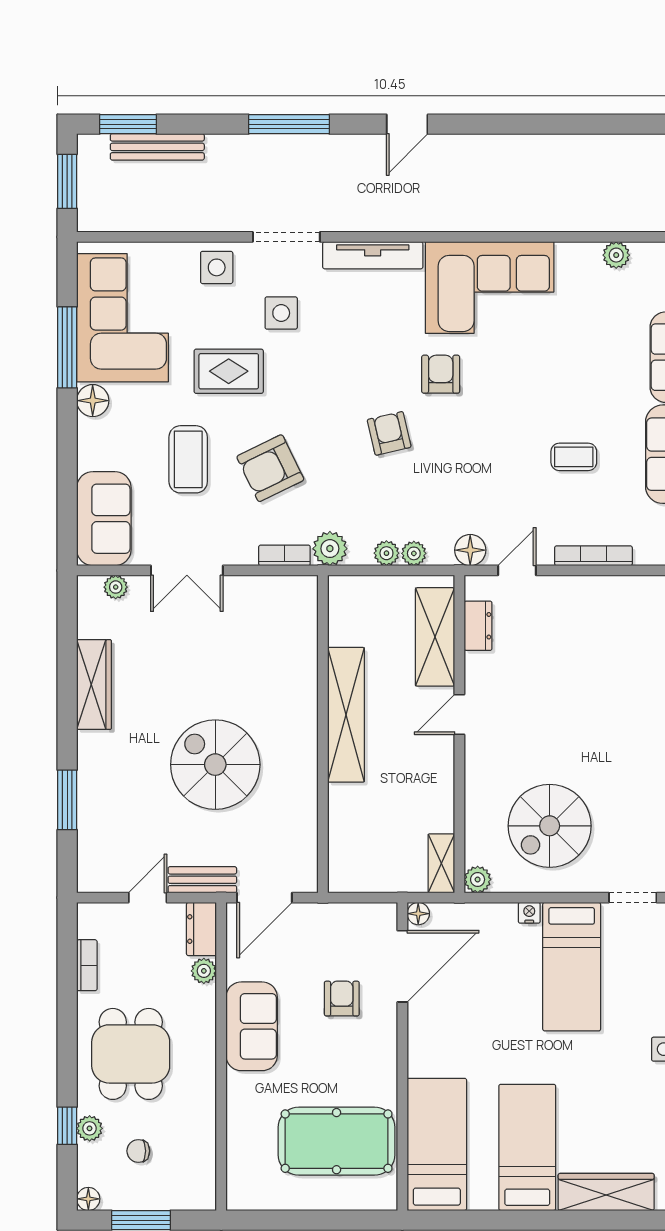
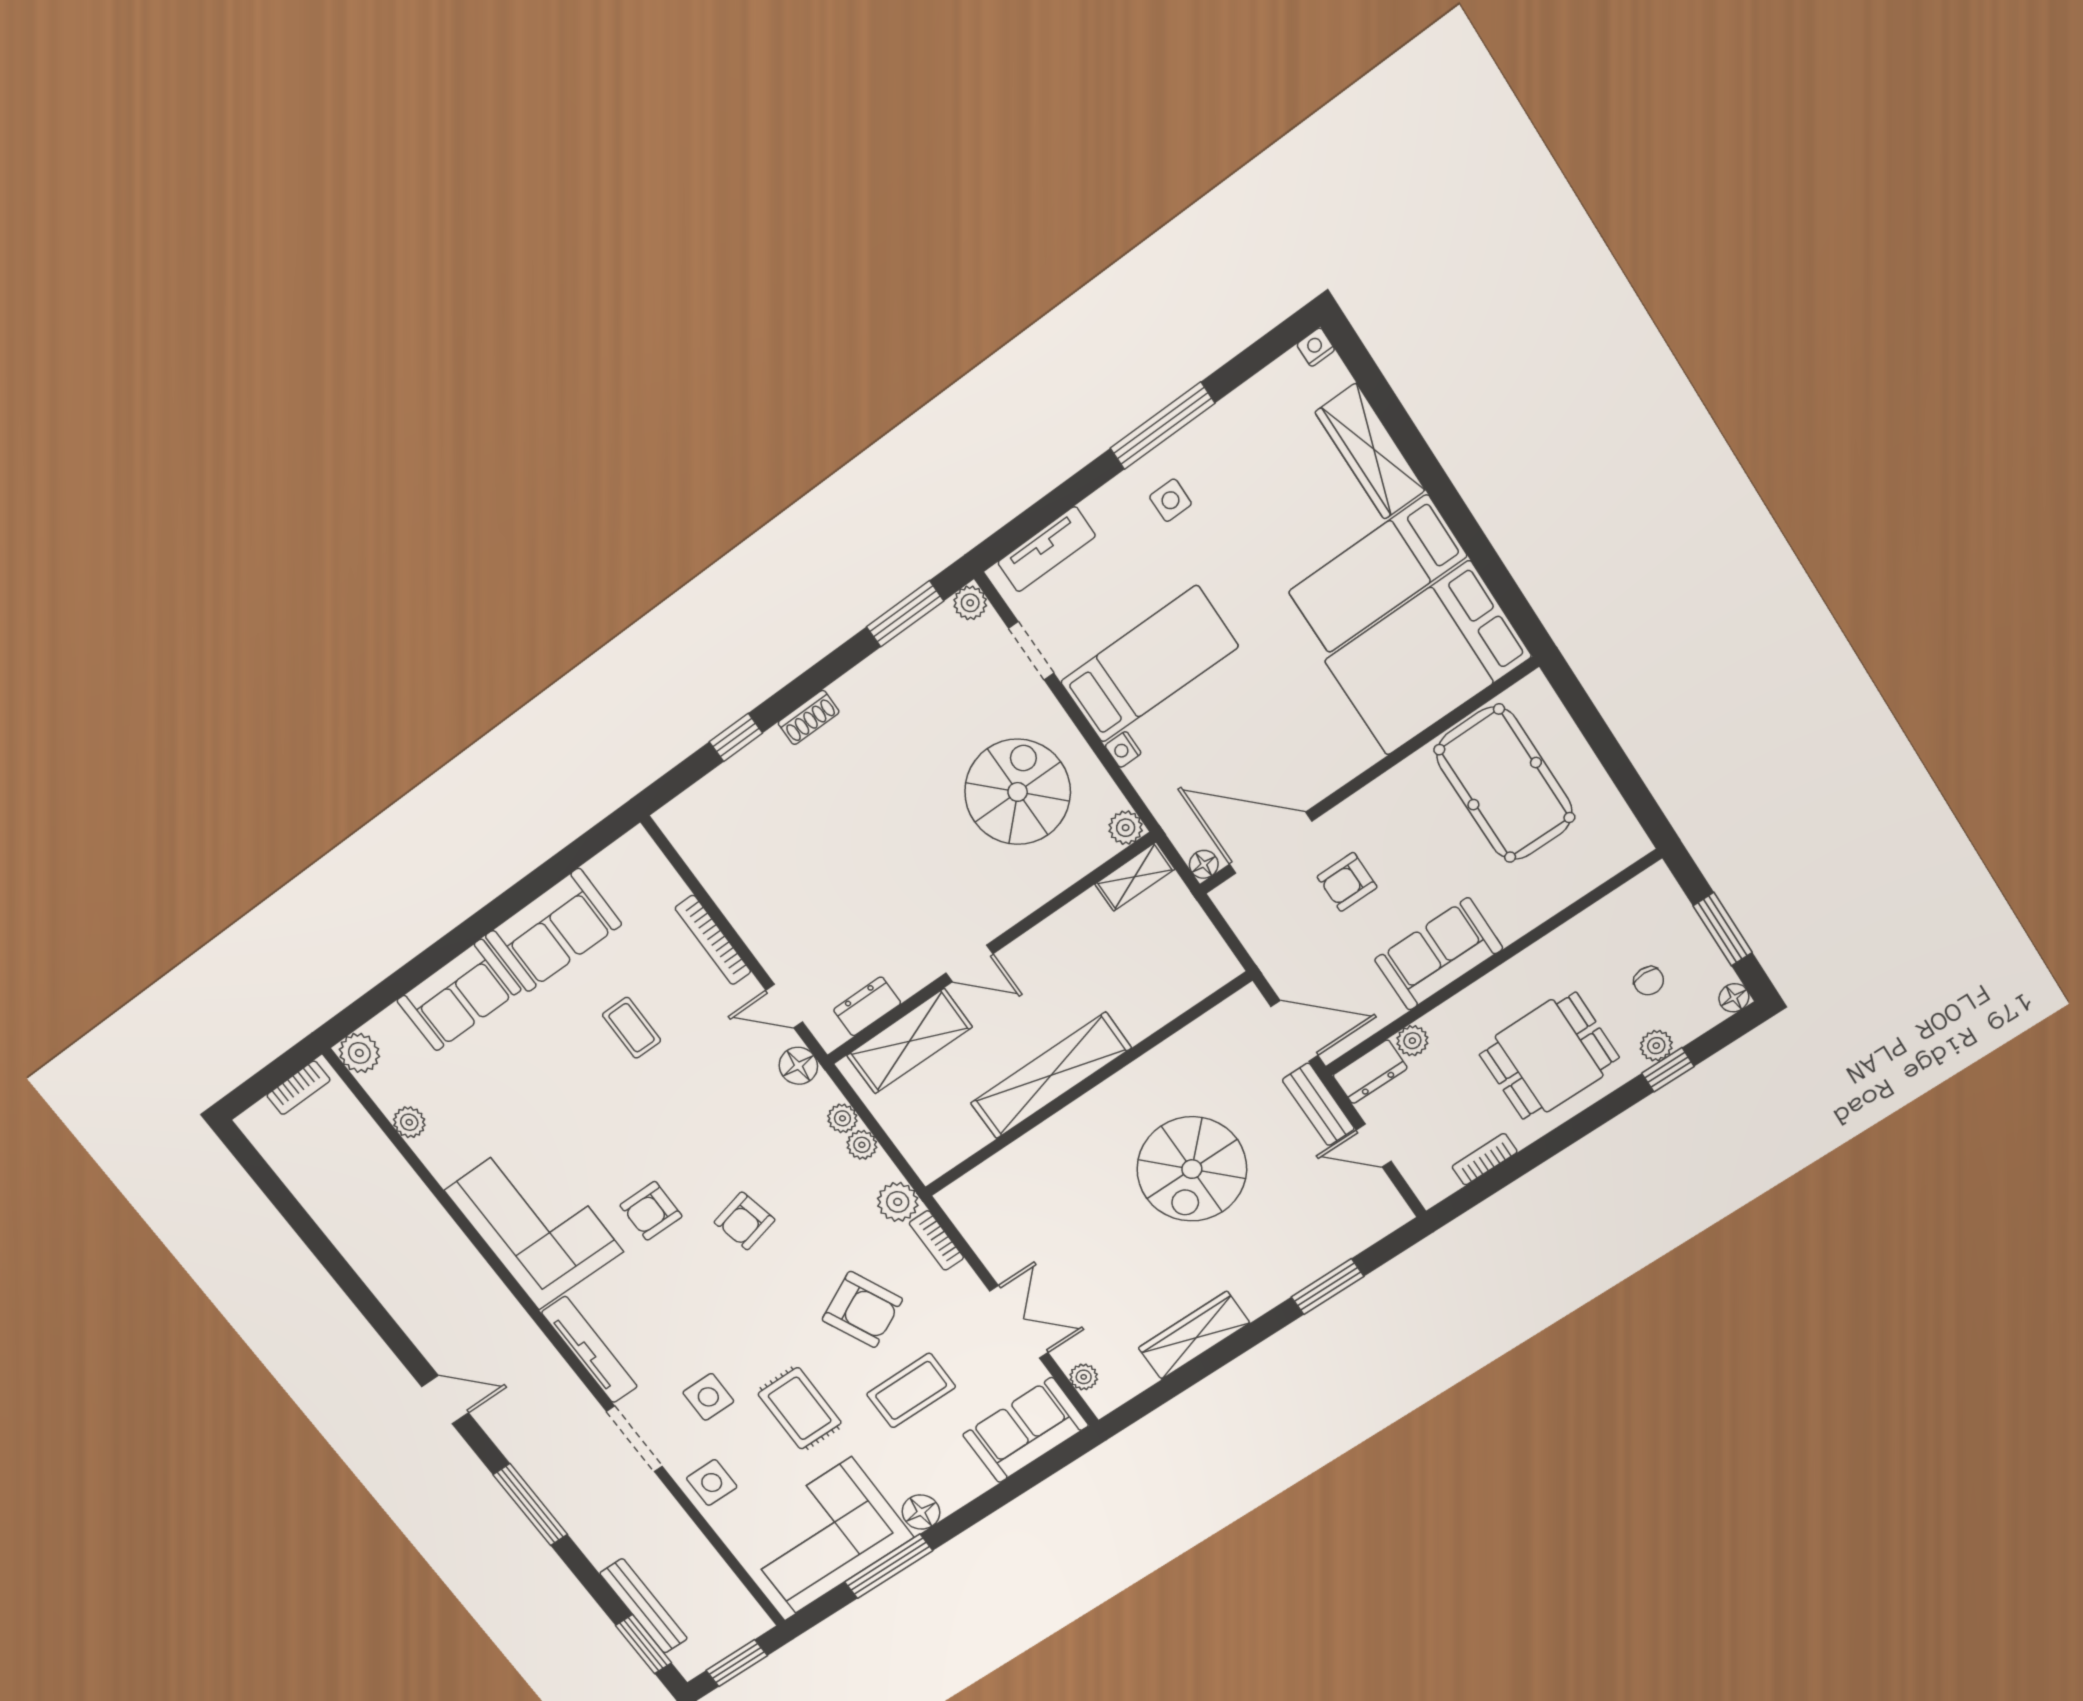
spiral stairs: (550, 826) -> (1018, 792), turned -90
bed: (437, 1144) -> (1428, 659), width x1.50

